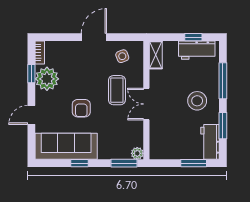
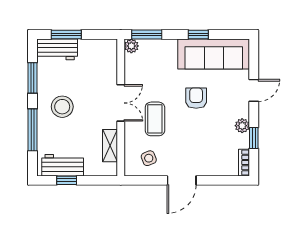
shelving: (156, 55) -> (110, 146), moved
plant: (47, 79) -> (242, 126), width x0.53, depth x0.53
workbench: (210, 142) -> (57, 49), moved, turned 90

